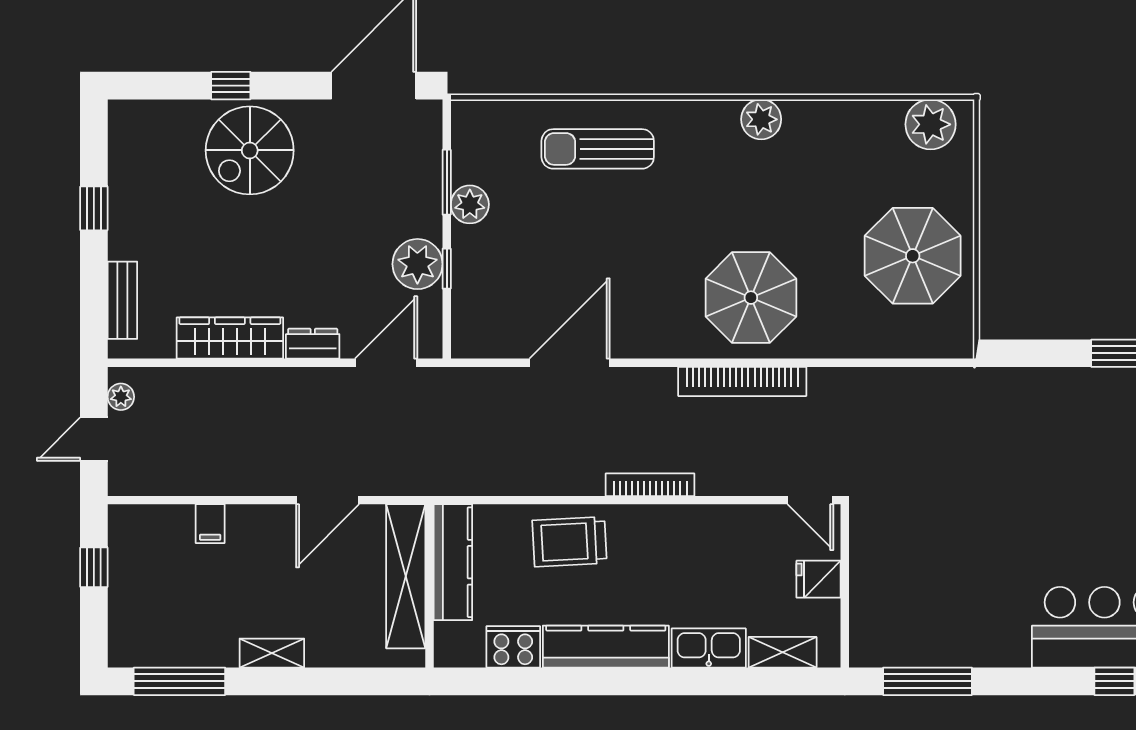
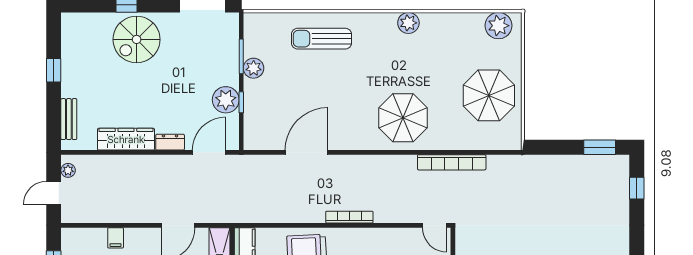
bookcase: (742, 382) -> (452, 162), moved

